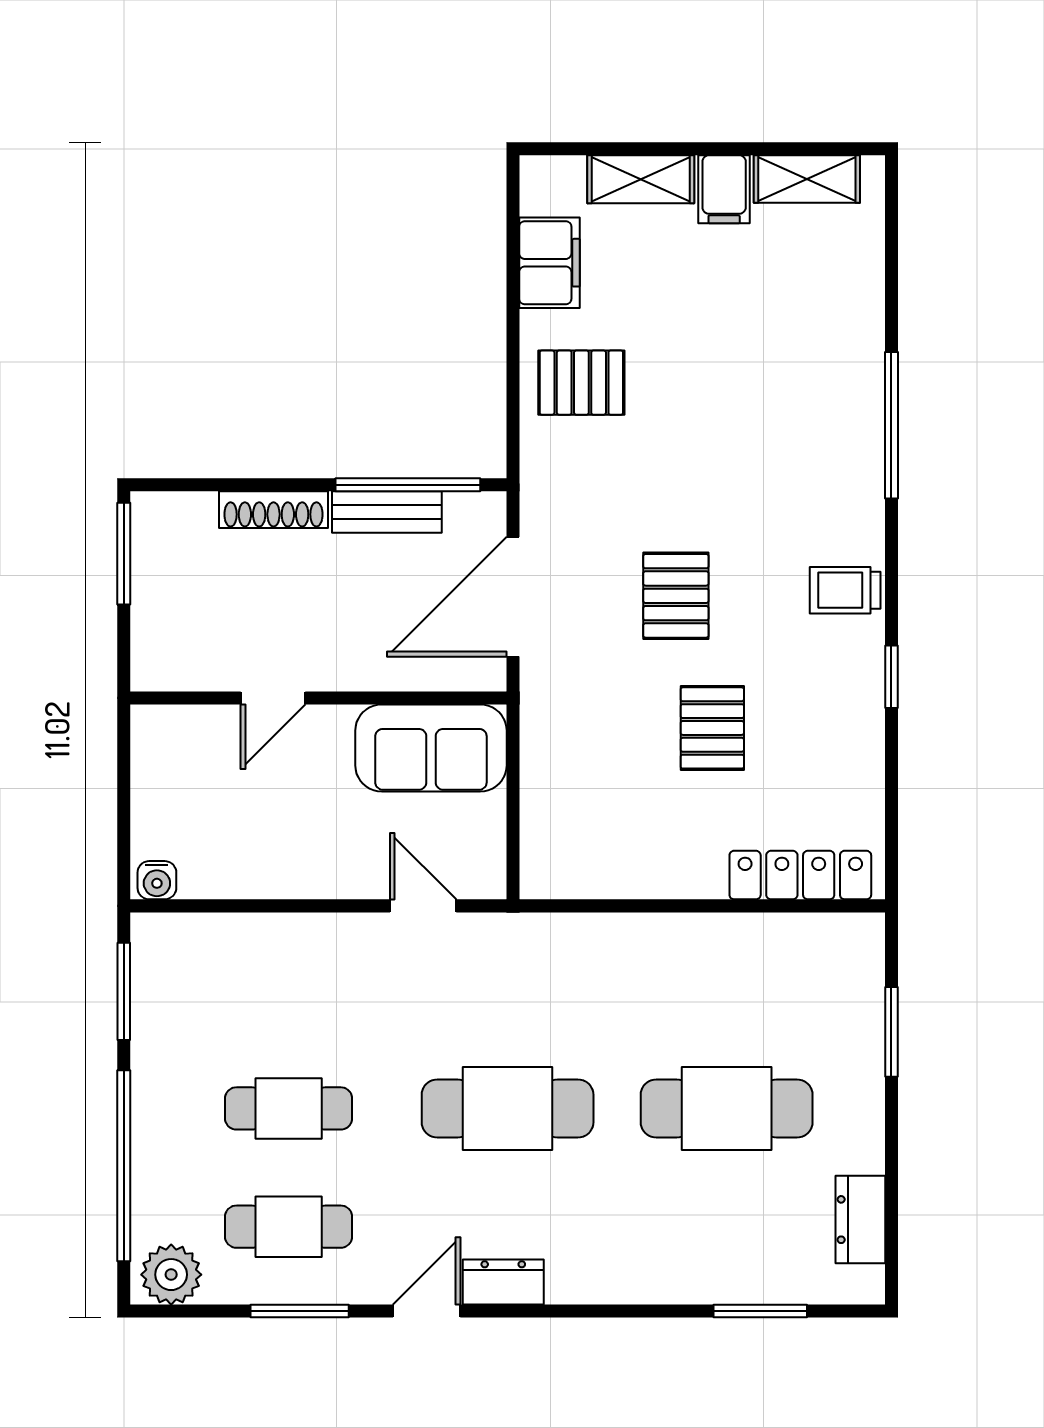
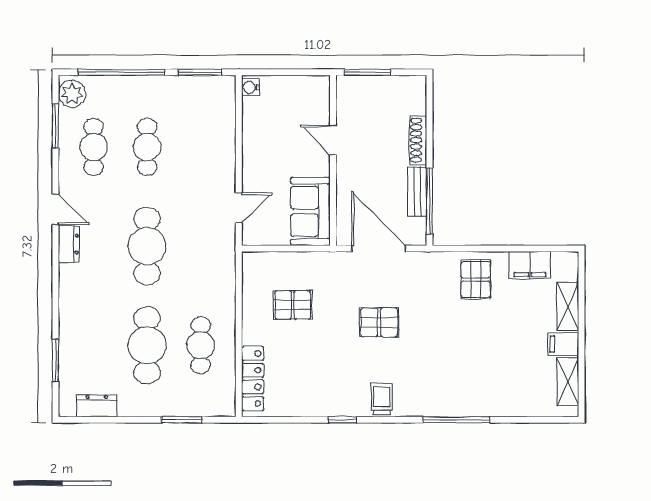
window: (124, 554) -> (367, 72), moved
pallet: (712, 728) -> (293, 305), moved
cafe table: (727, 990) -> (201, 345), added
window: (300, 1311) -> (55, 126), moved

